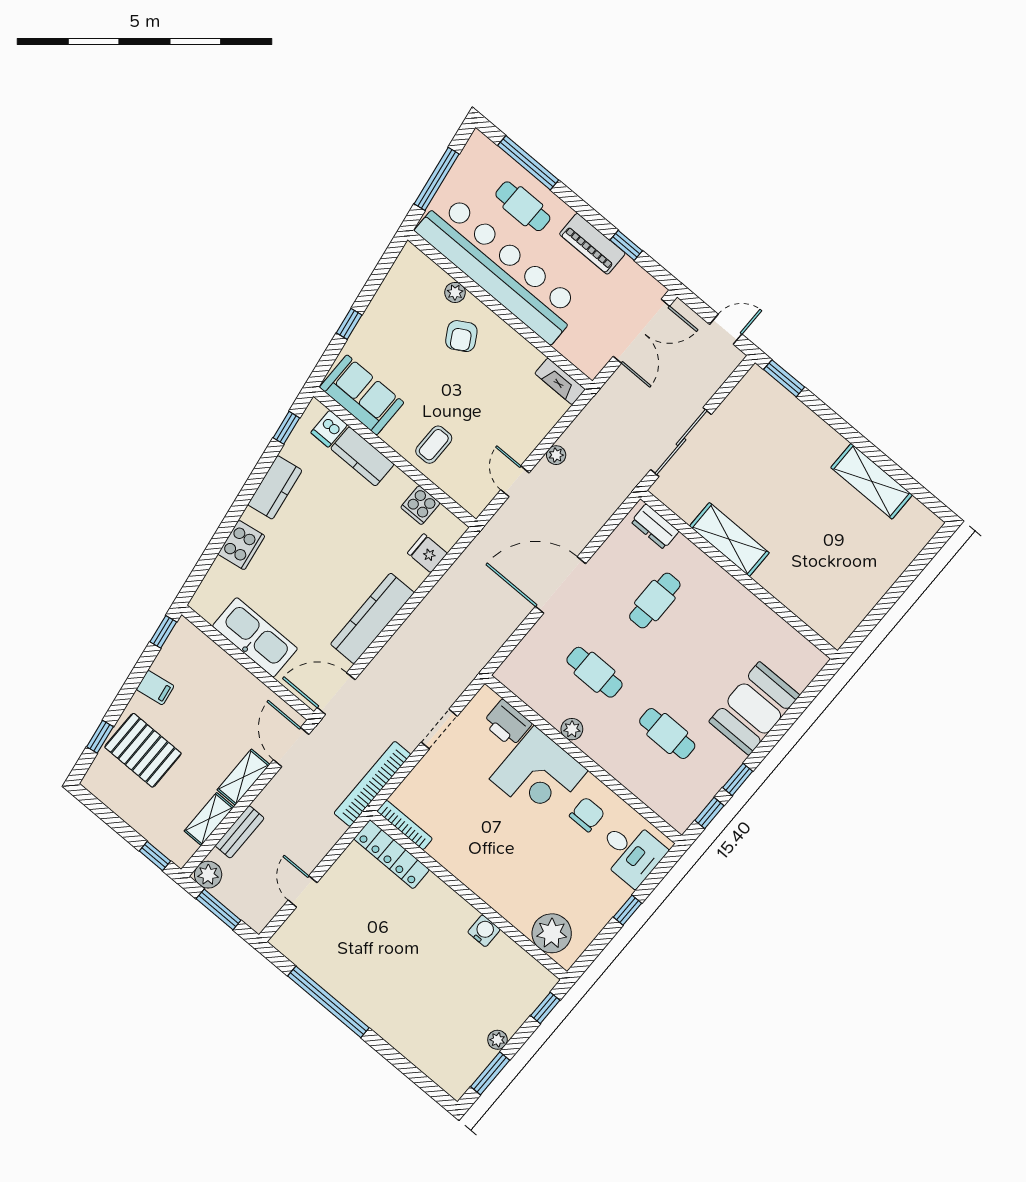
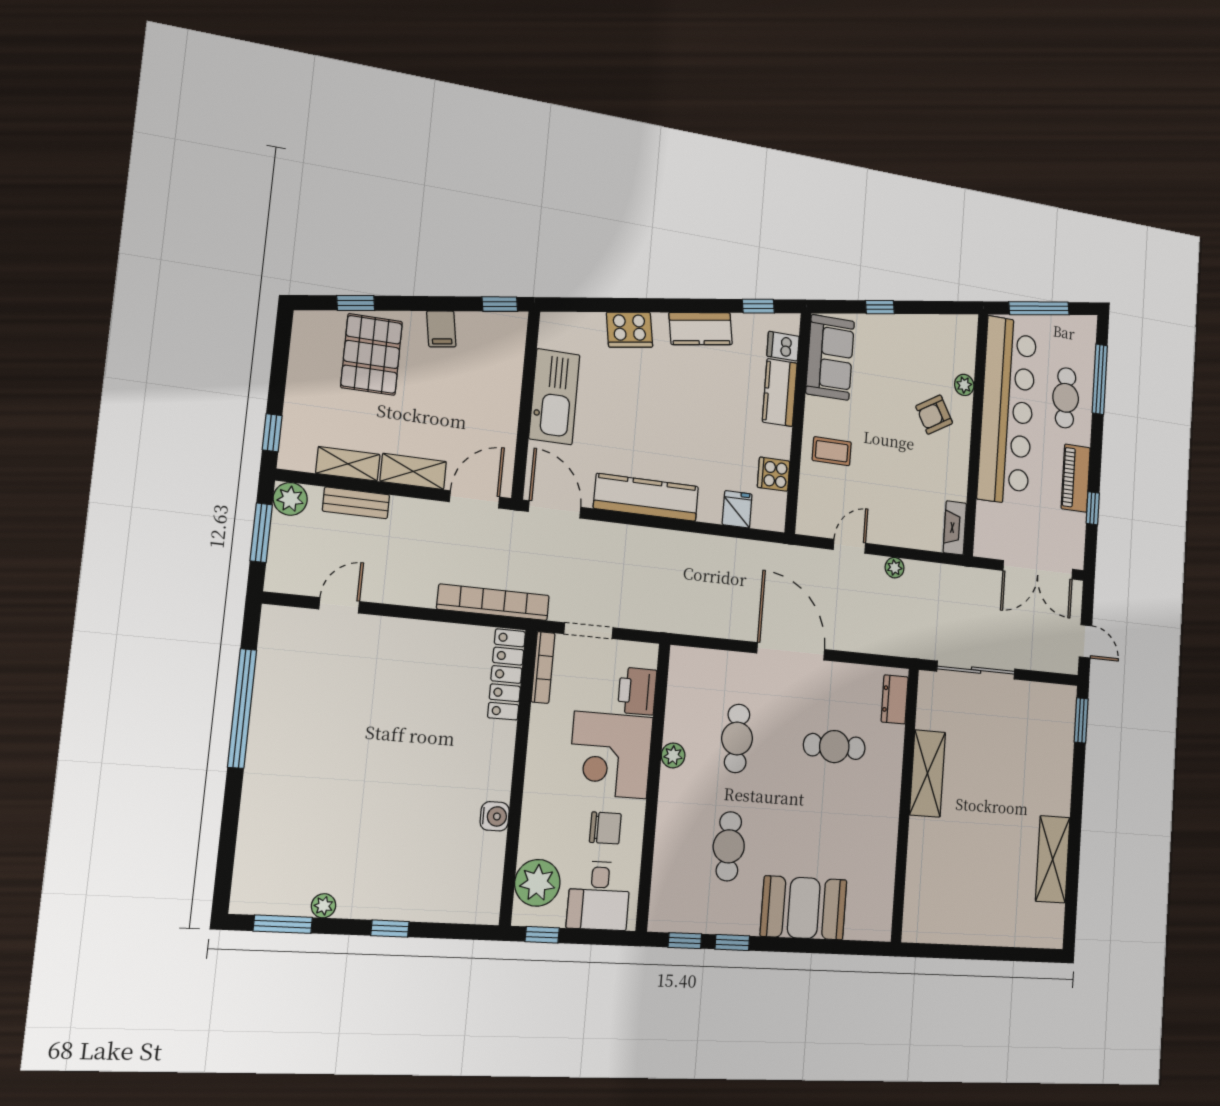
bookcase: (405, 825) -> (543, 667), moved
locker: (392, 854) -> (507, 674), moved
wall: (469, 896) -> (518, 777), moved
water cooler: (484, 931) -> (495, 816), moved
plant: (552, 933) -> (537, 883), moved

